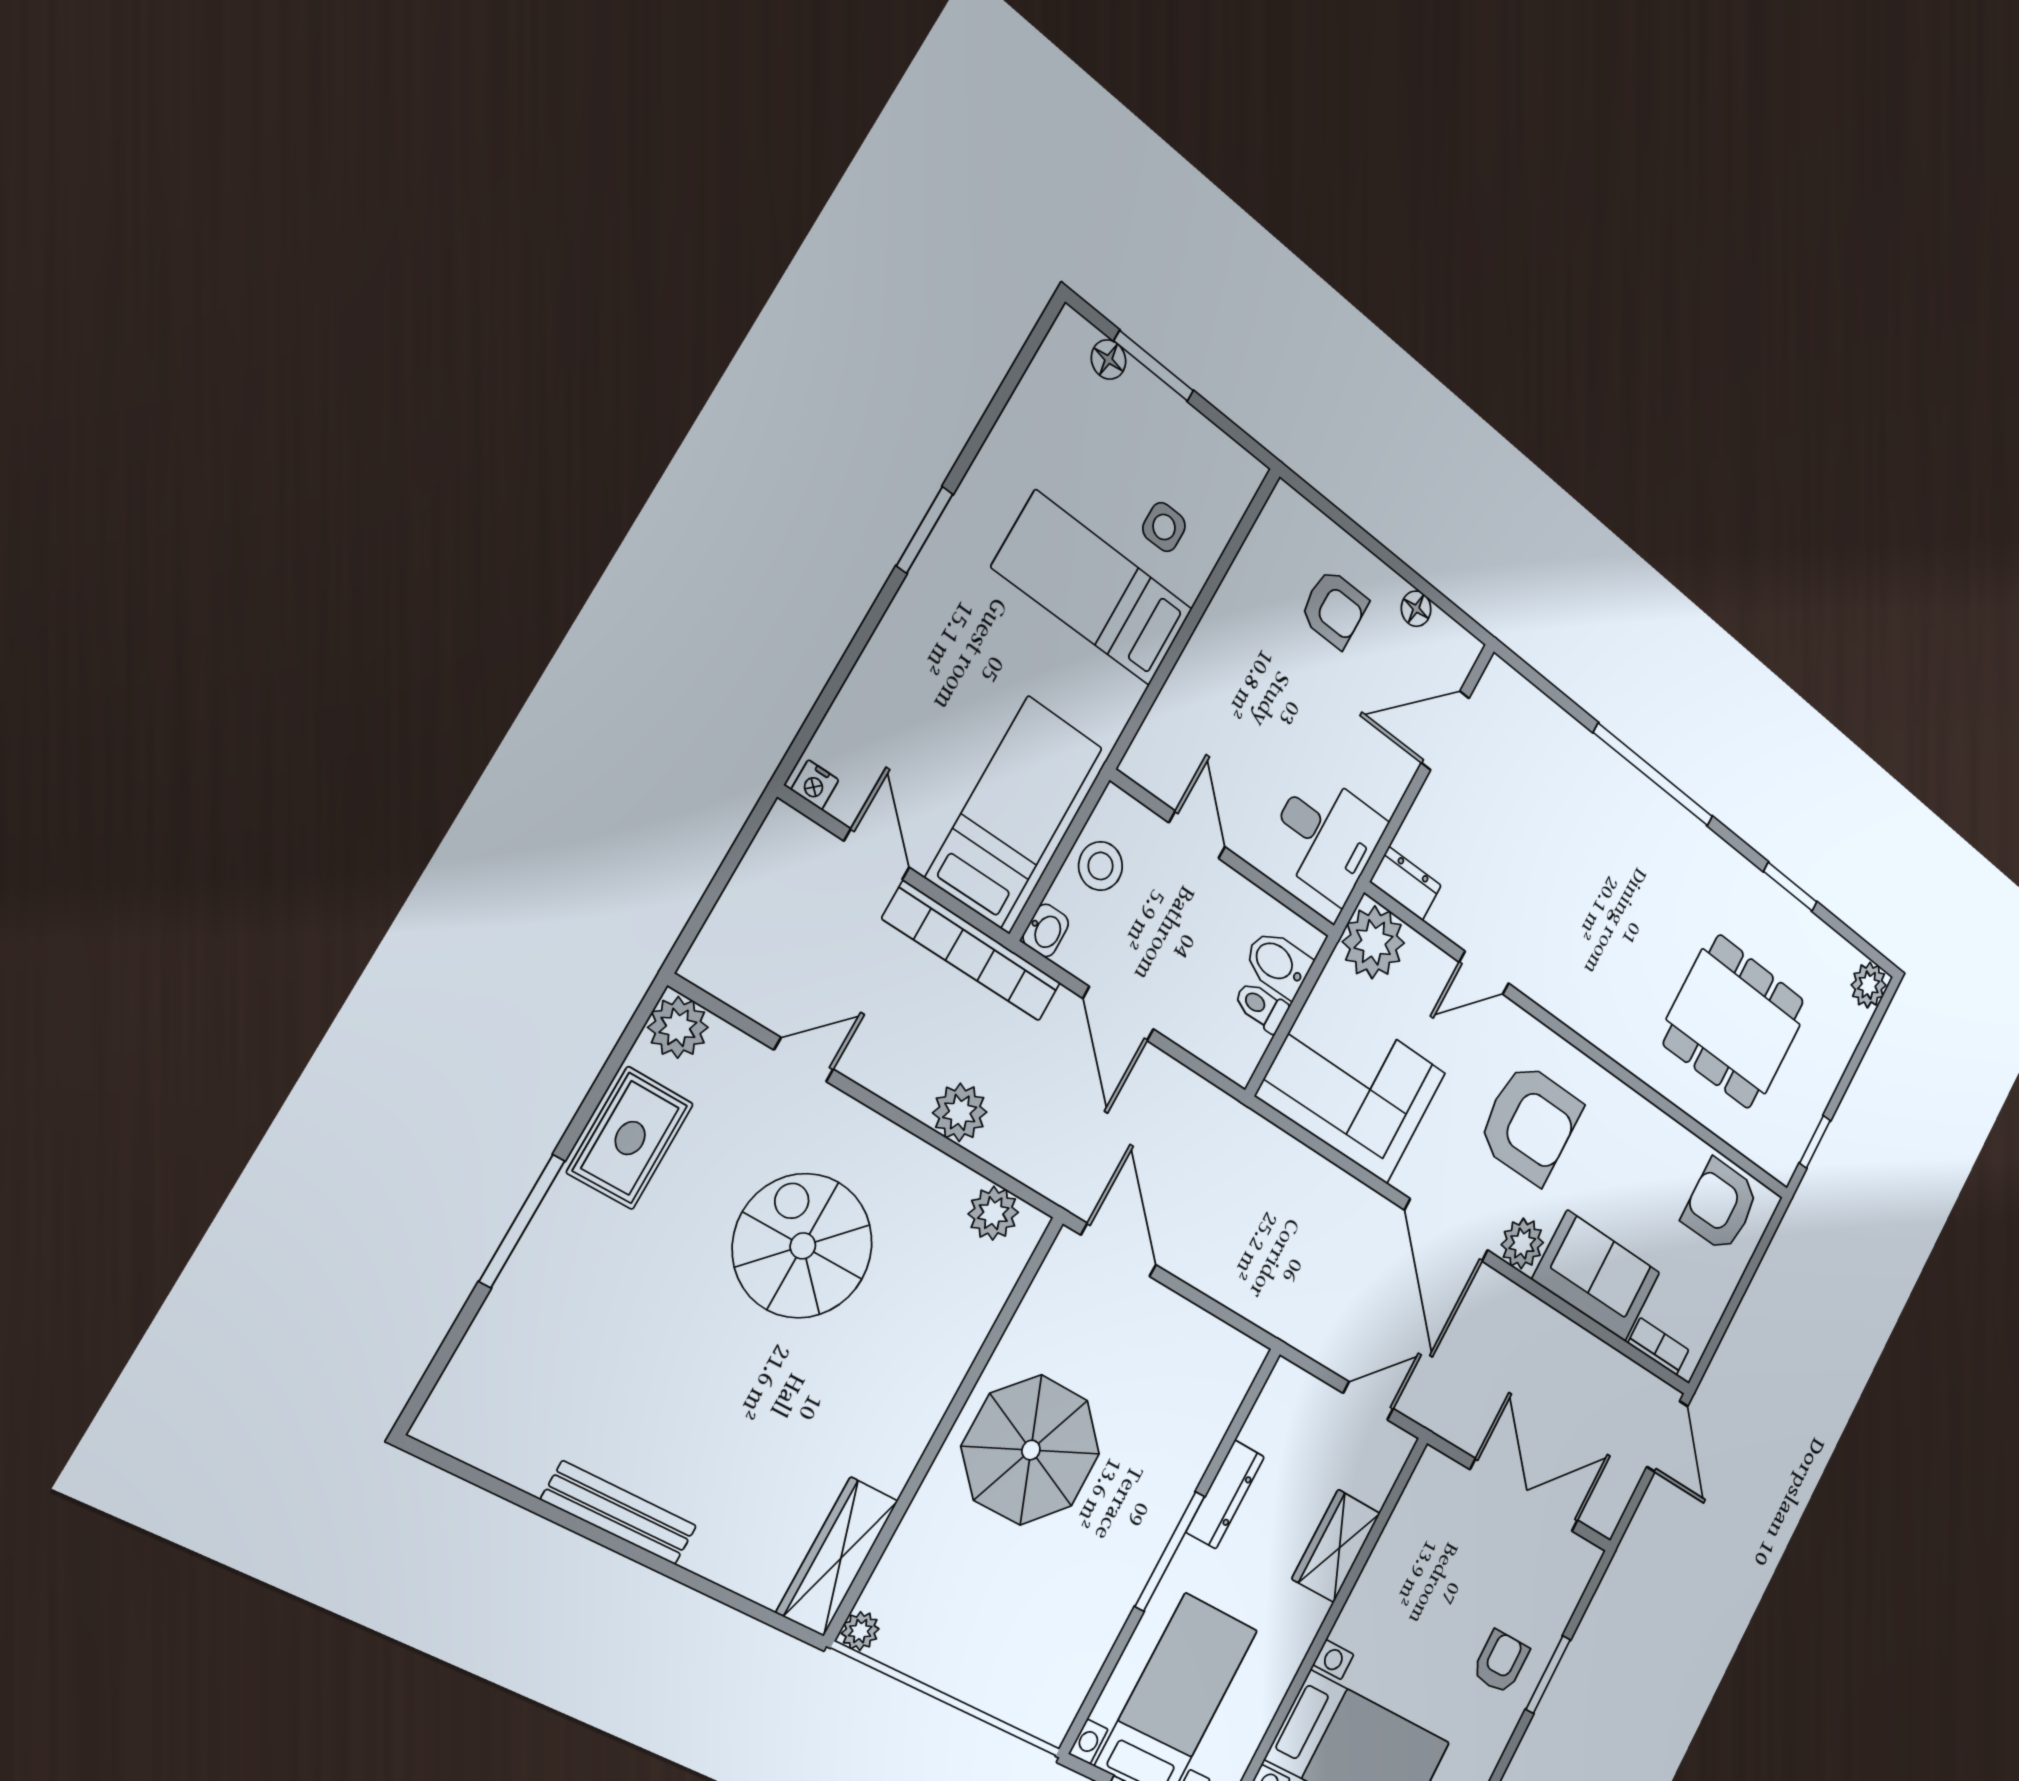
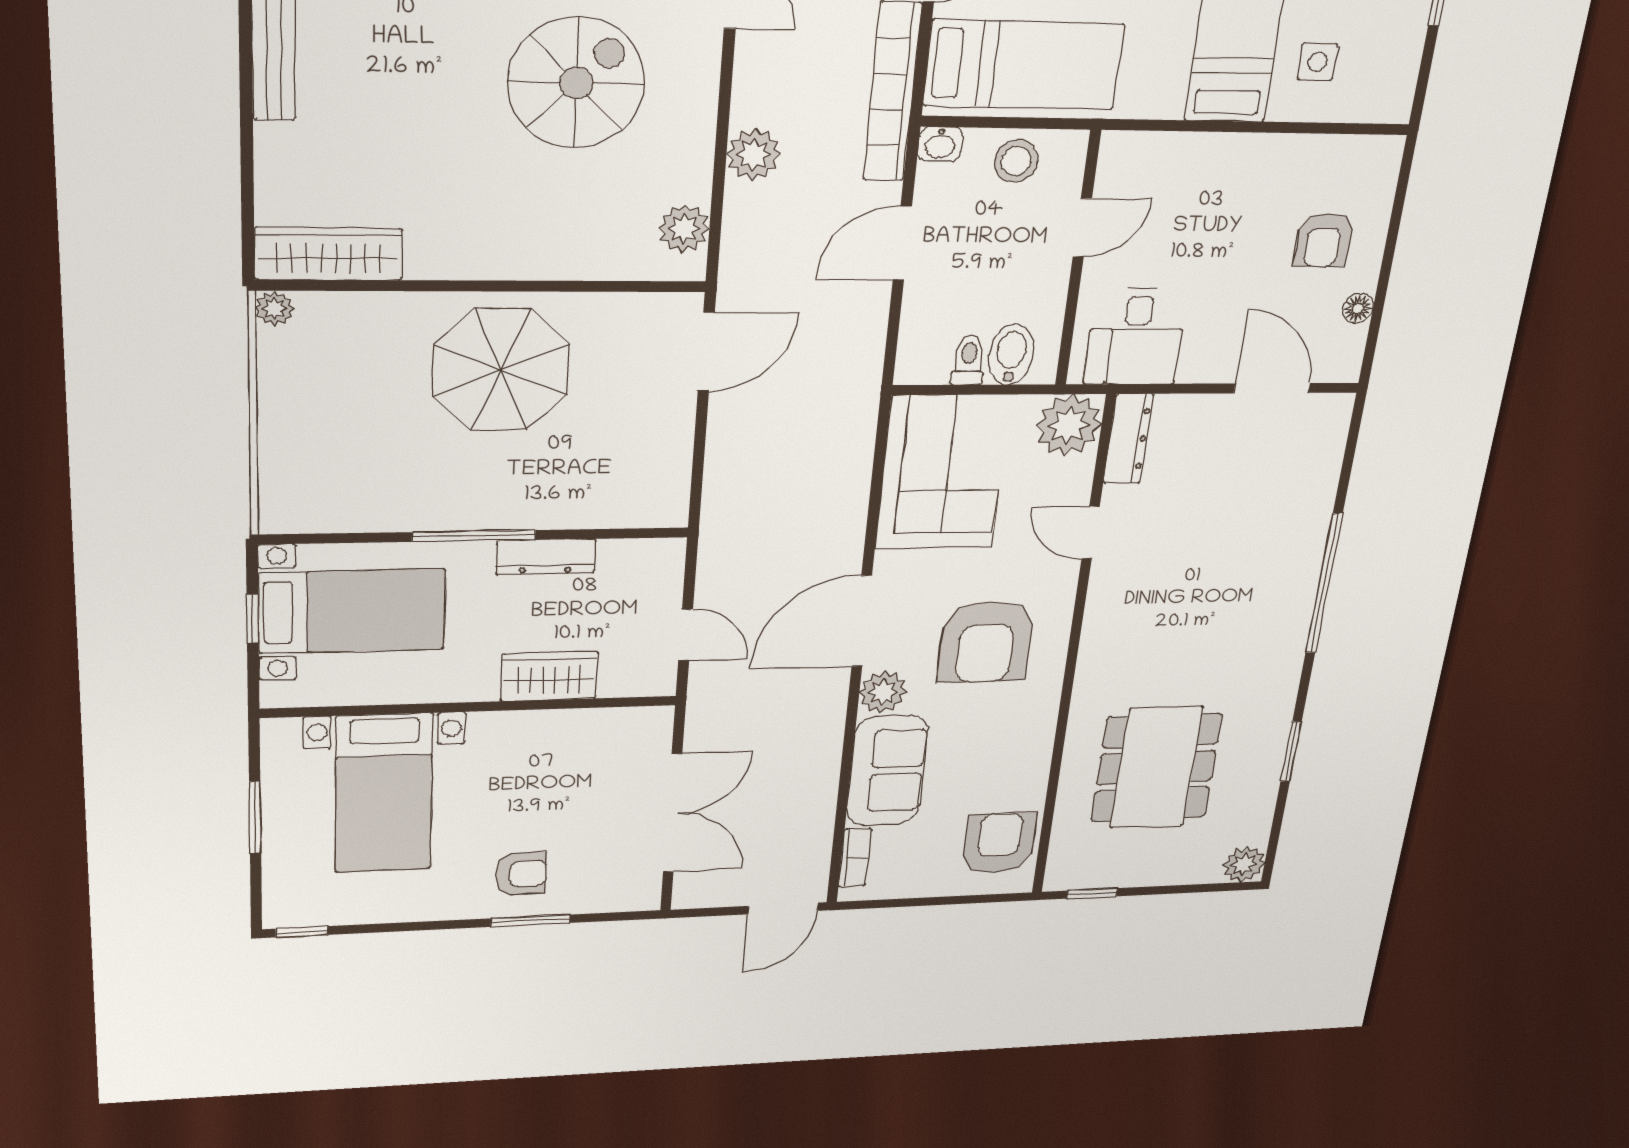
dresser: (1406, 884) -> (1128, 439), width x1.44

